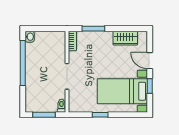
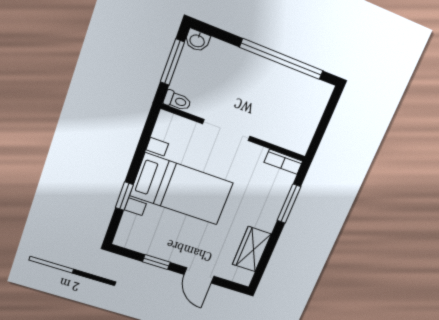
washbasin: (30, 37) -> (197, 40), moved
door: (150, 61) -> (199, 275), swing flipped
bed with nightstands: (122, 91) -> (182, 189), moved, turned 90
window: (100, 115) -> (124, 196), moved

